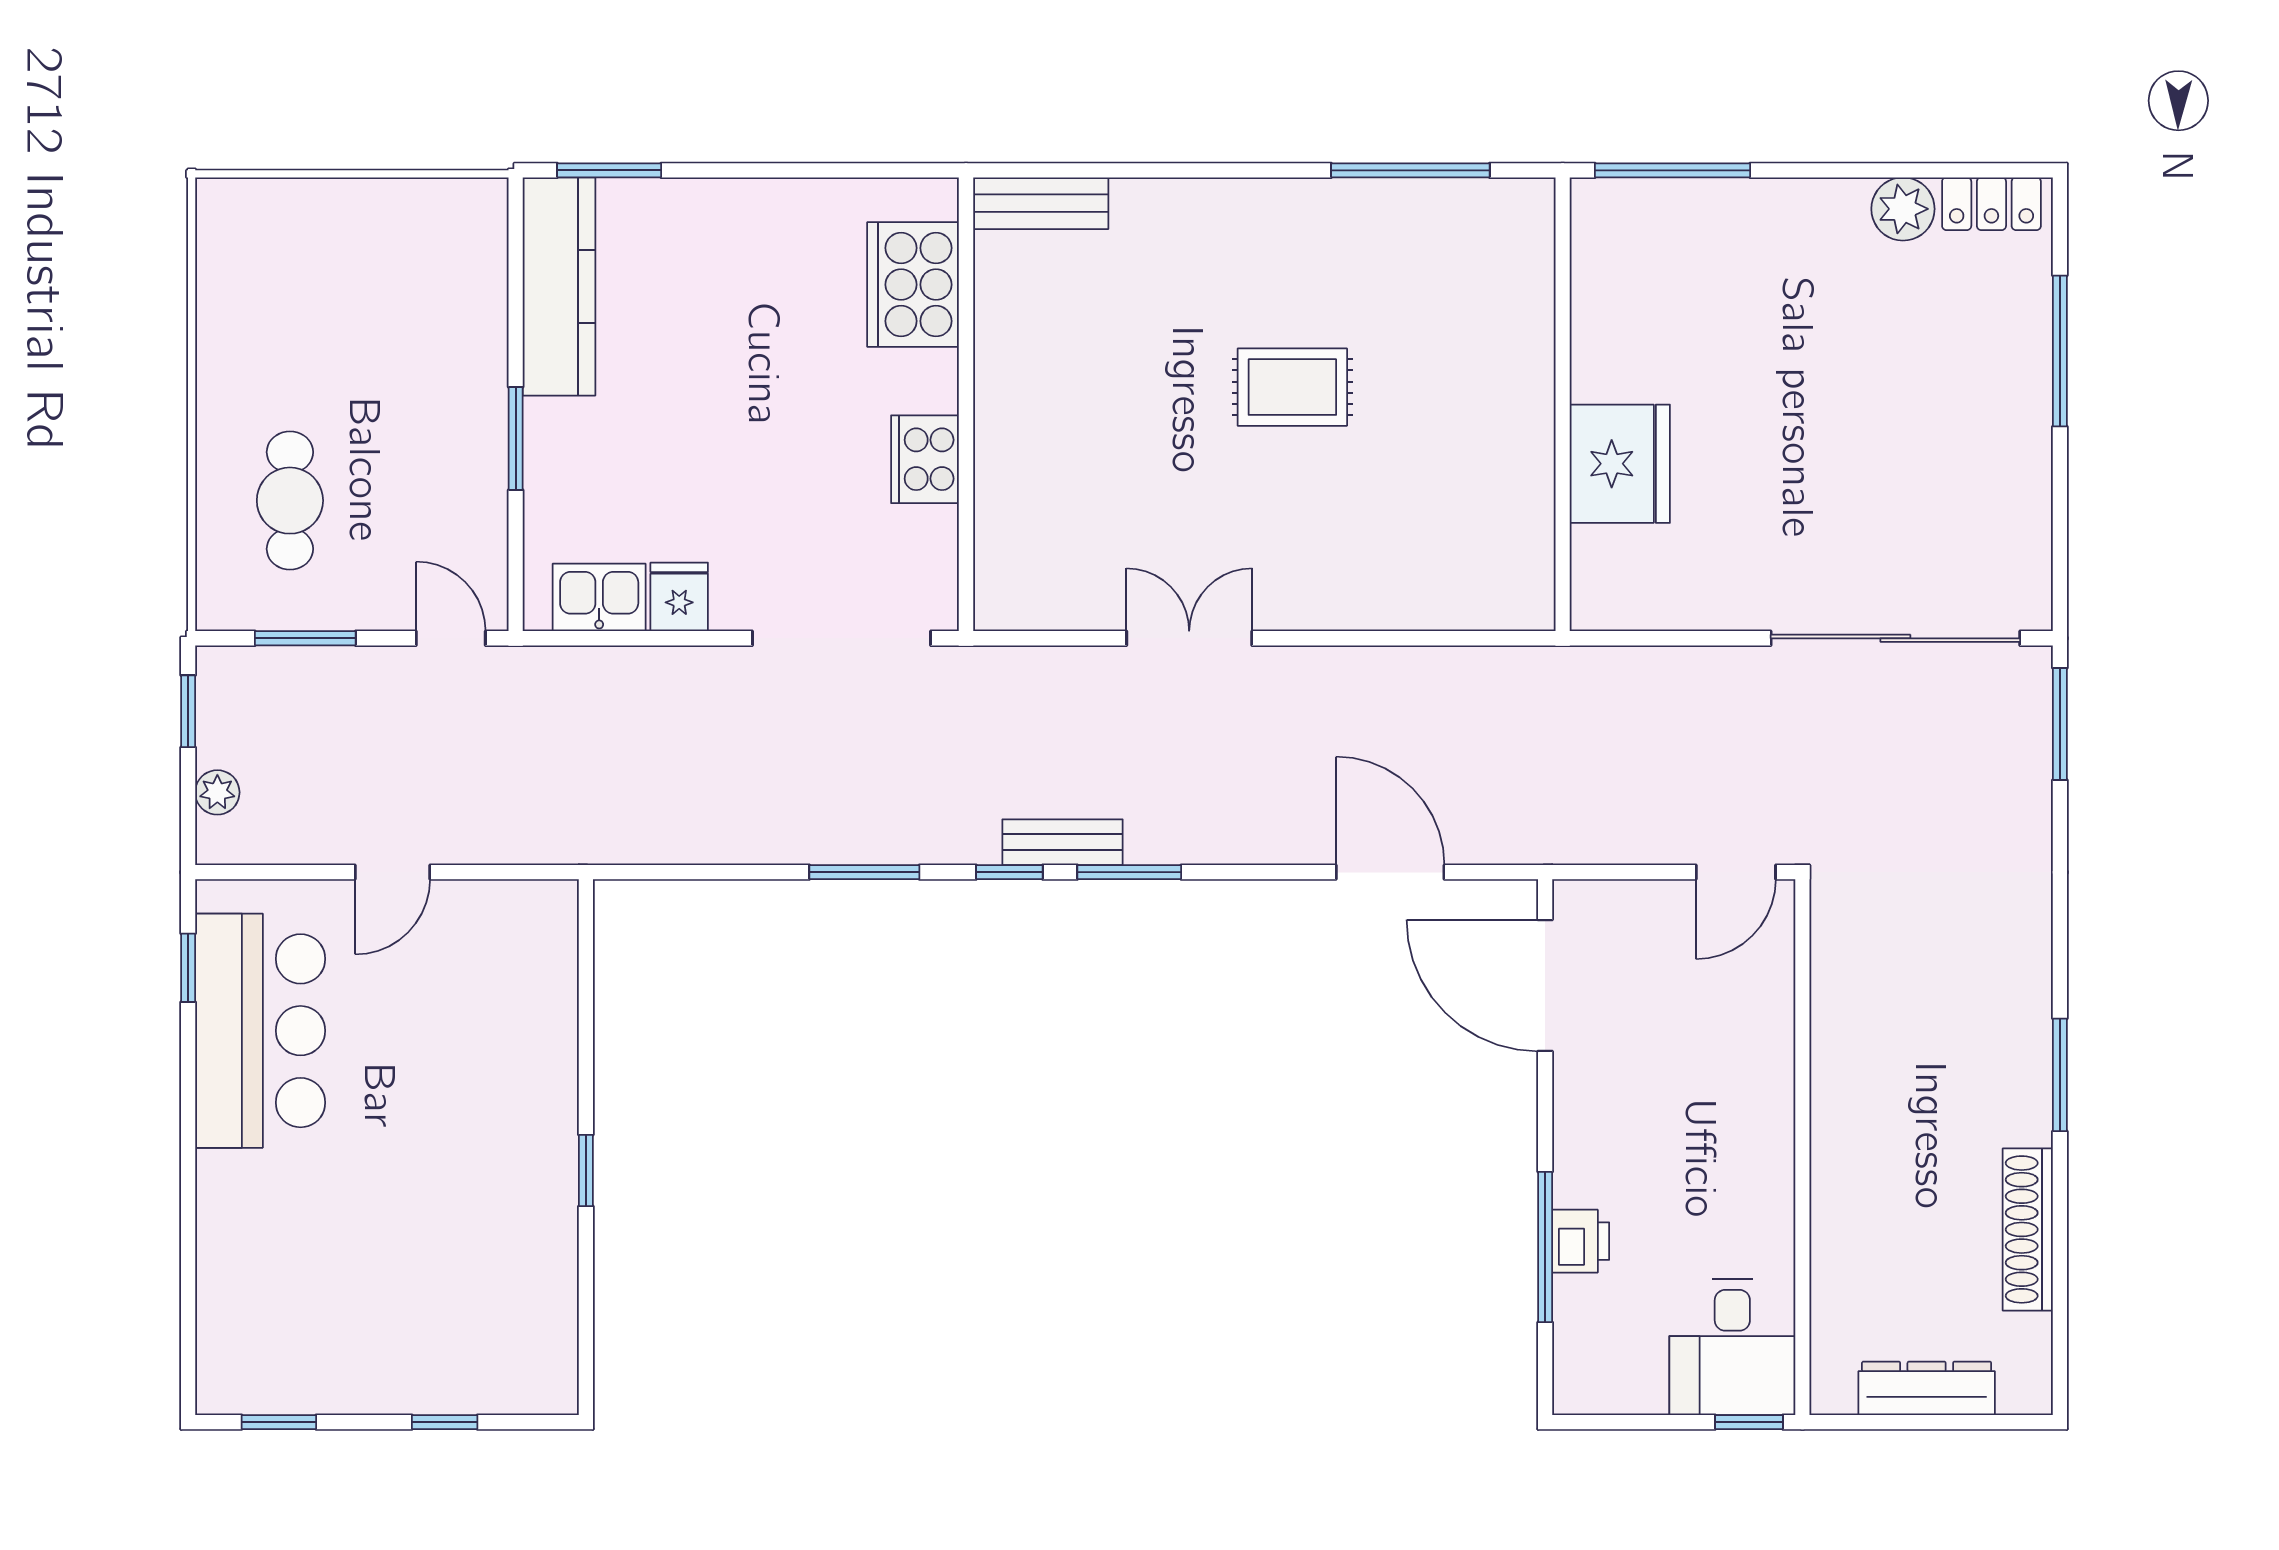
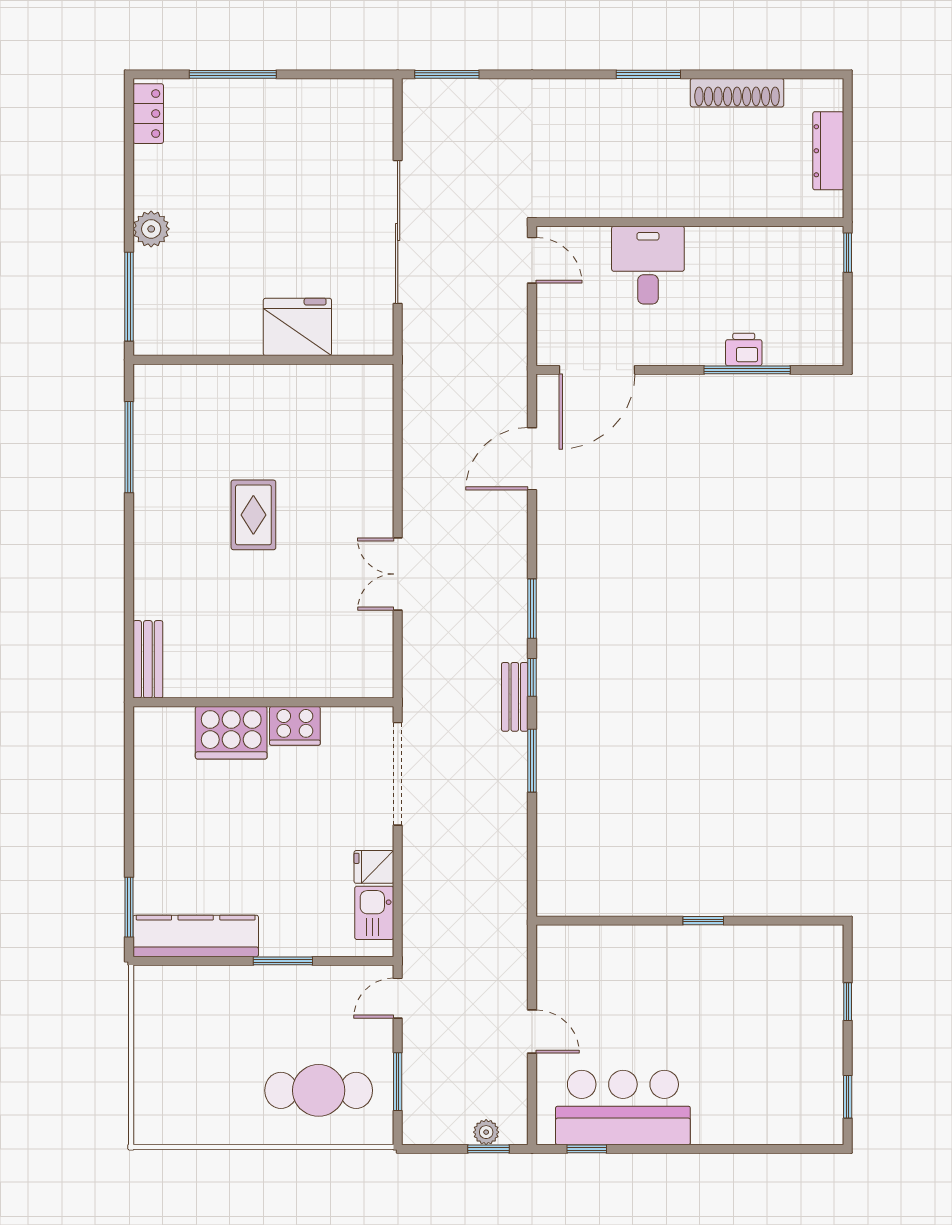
plant: (1903, 209) -> (151, 229), moved
cooker: (913, 285) -> (231, 733), moved
cafe table: (290, 501) -> (319, 1090), width x1.37, depth x1.35
sliding door: (1895, 638) -> (398, 232), moved
window: (188, 711) -> (489, 1149), moved
bench: (1062, 842) -> (515, 697), moved
desk: (1732, 1347) -> (648, 265), moved, turned -90

